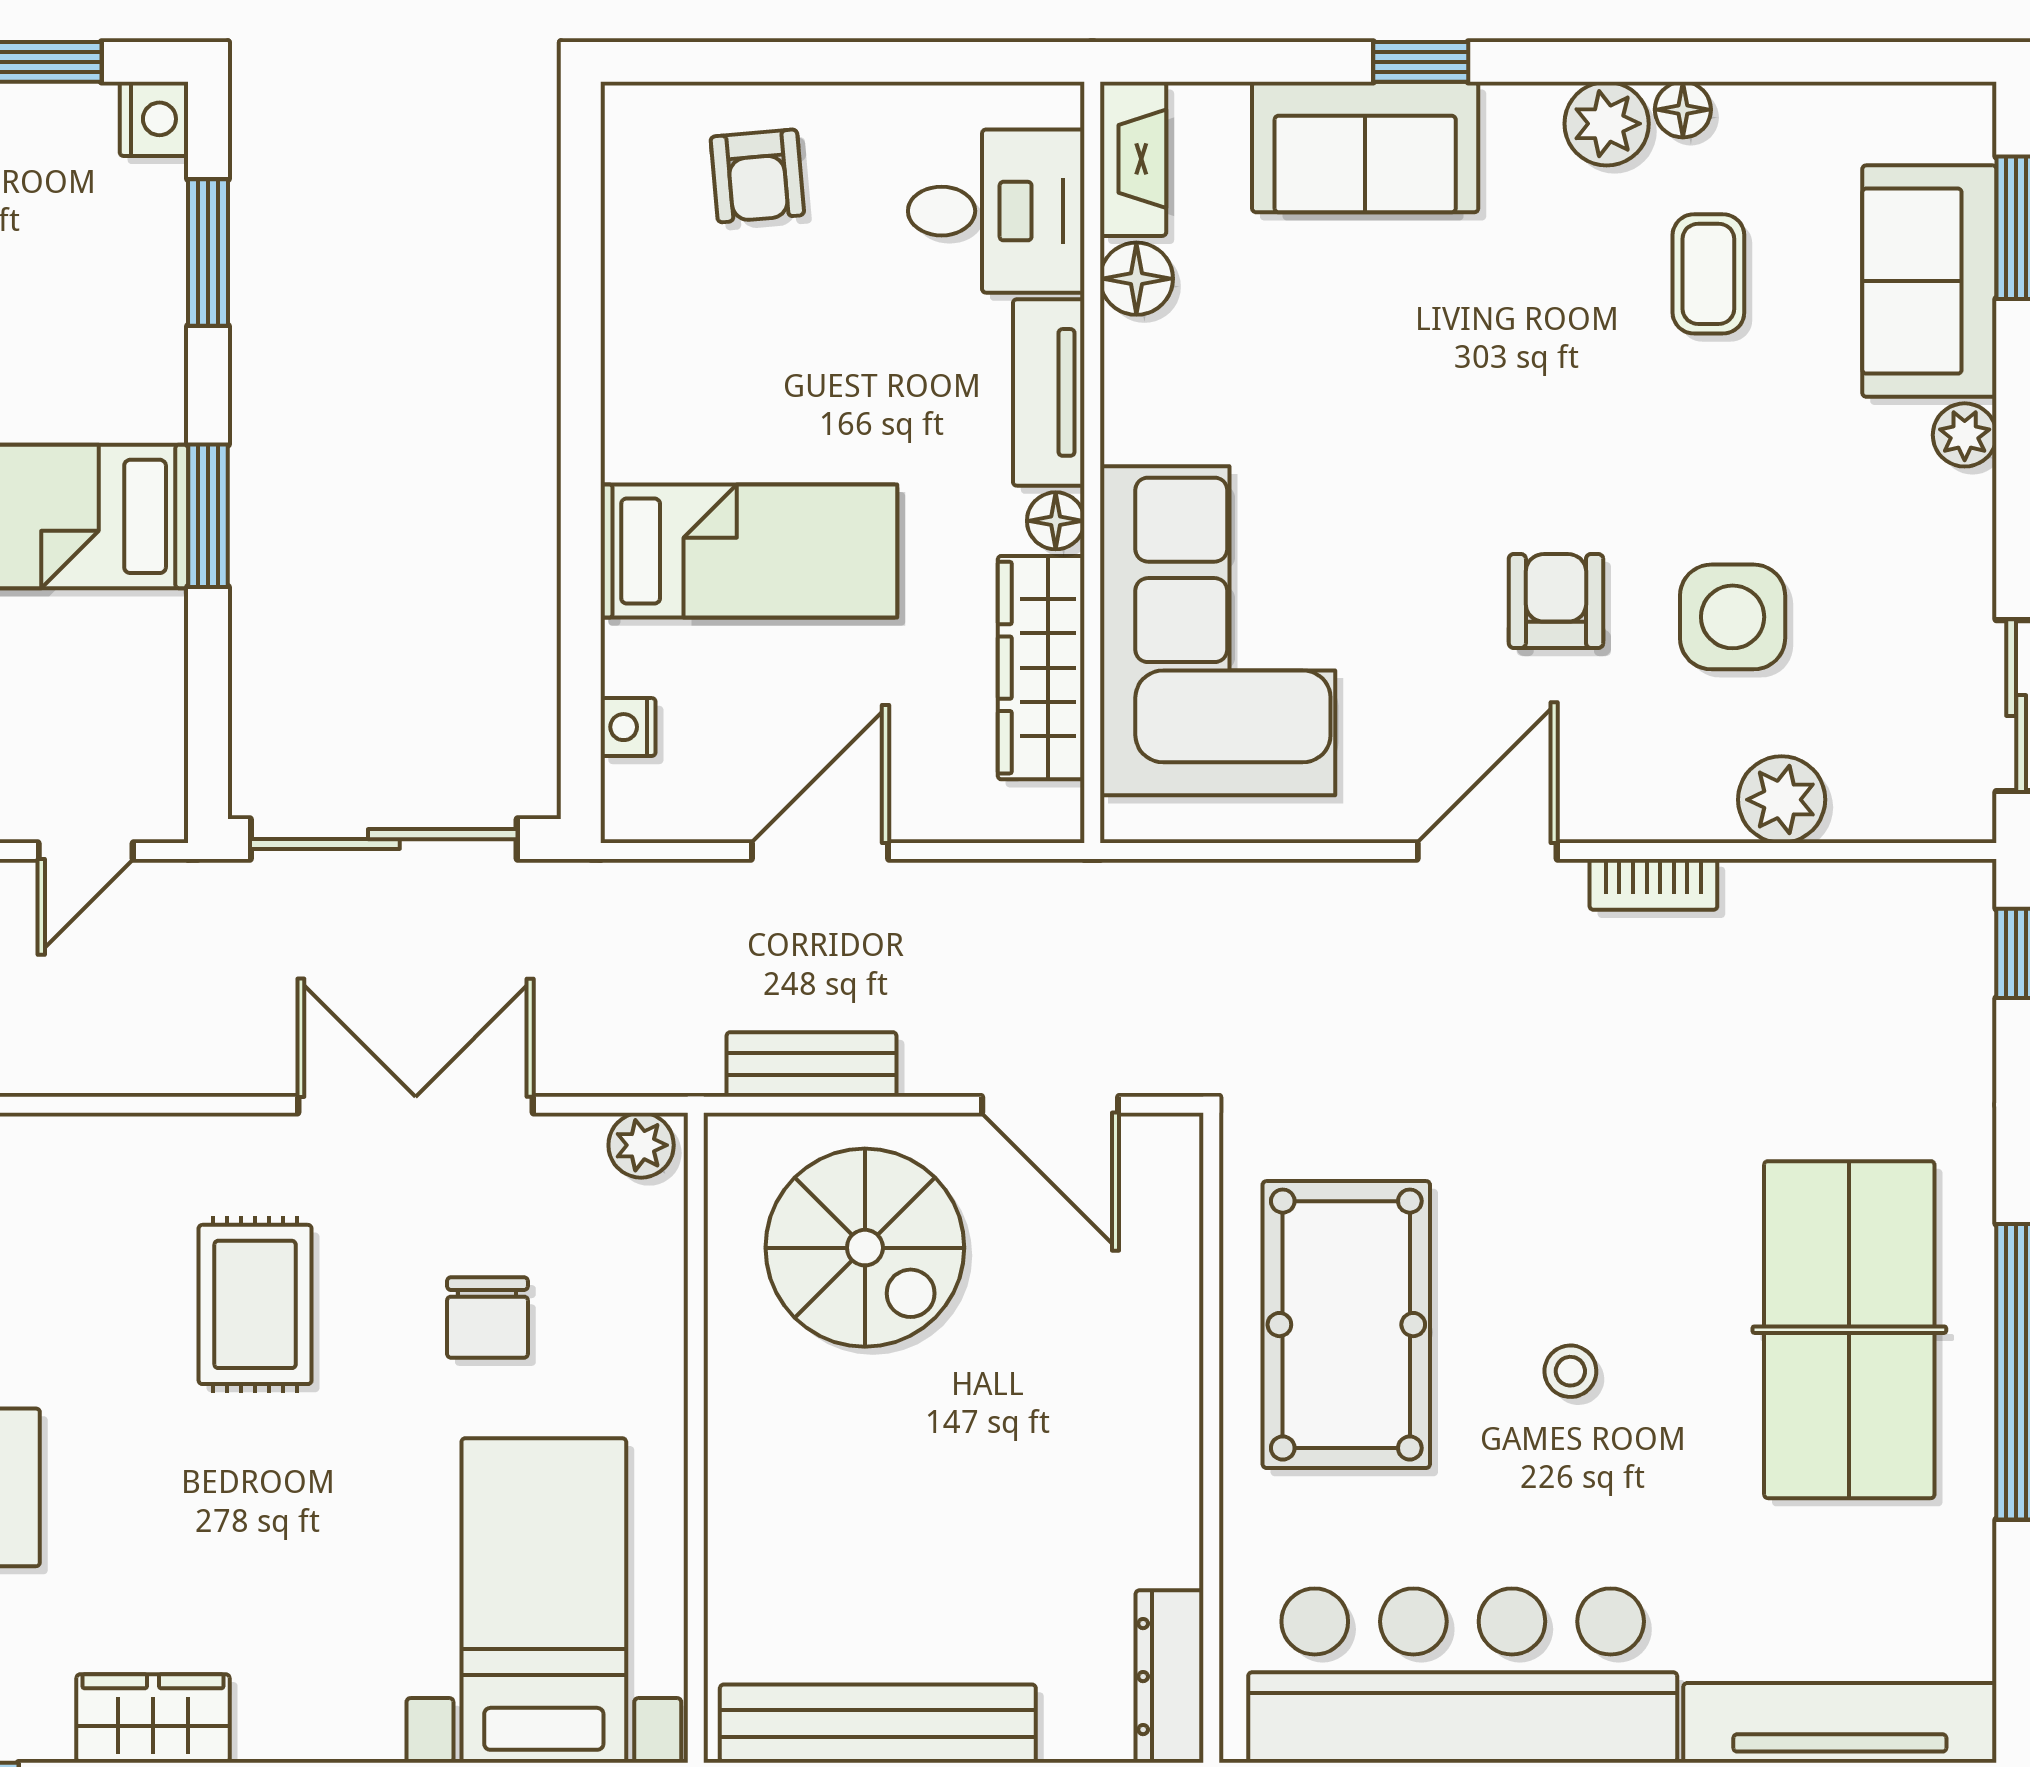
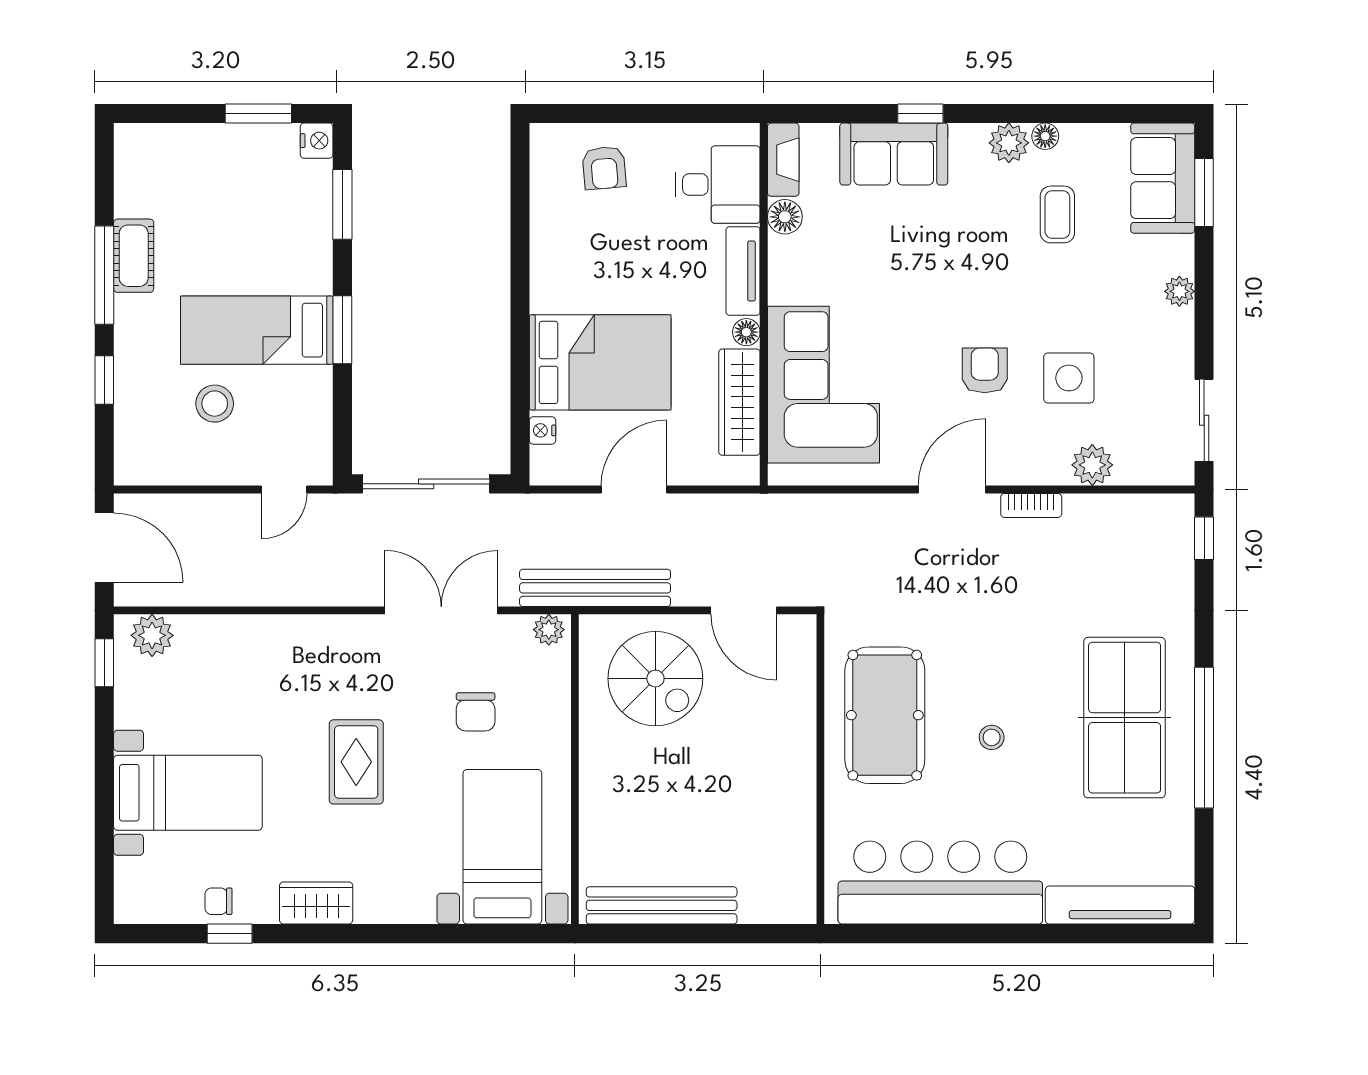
sofa: (1929, 281) -> (1163, 178), moved
bed: (749, 551) -> (600, 362), width x1.50
bench: (812, 1064) -> (595, 588), width x1.86, depth x1.21
rug: (255, 1304) -> (356, 762), moved
dresser: (1169, 1677) -> (801, 883), removed

